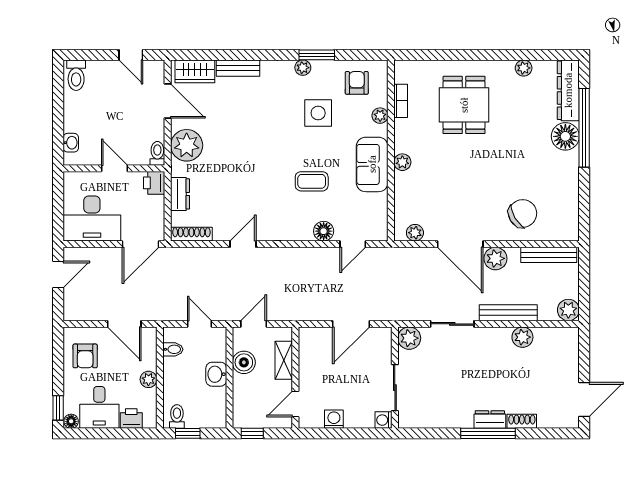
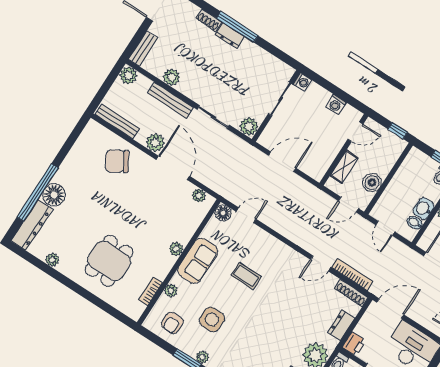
floor lamp: (324, 231) -> (223, 213), moved
bookcase: (203, 254) -> (352, 274), added
bench: (571, 348) -> (143, 49), added
washbasin: (216, 374) -> (424, 209), moved, turned 180

